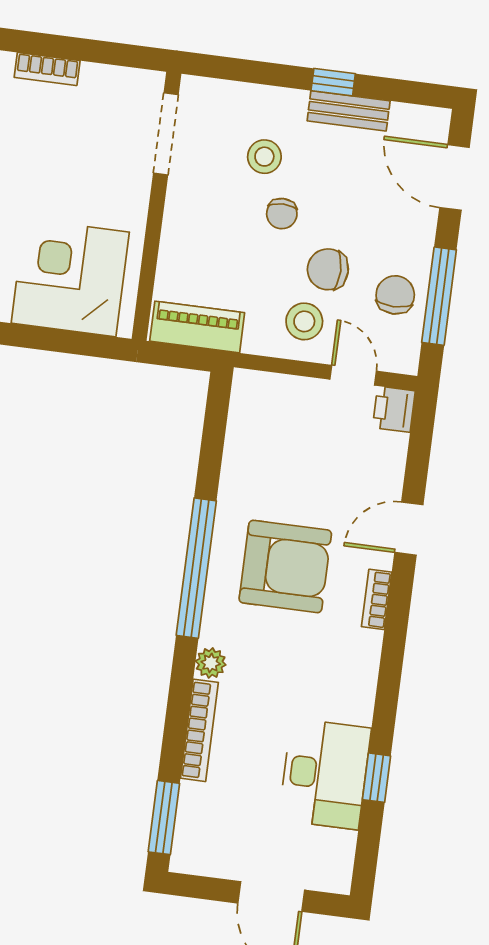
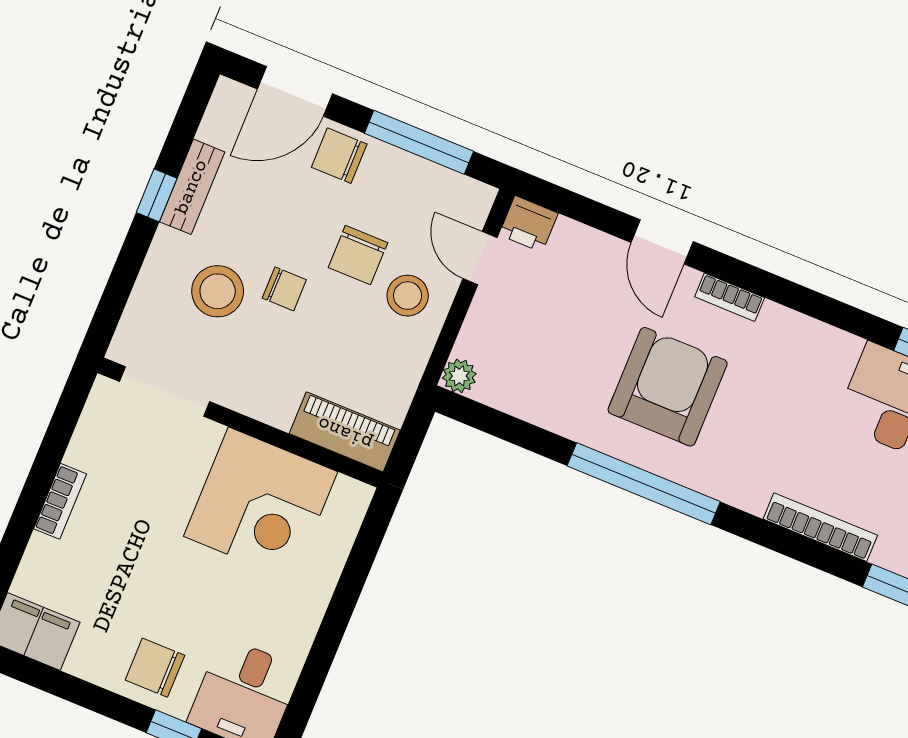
stool: (264, 157) -> (218, 291), width x1.38, depth x1.38
corner desk: (70, 278) -> (261, 504), moved, turned -90
chair: (395, 295) -> (339, 156), moved
piano: (197, 327) -> (345, 432), moved, turned 90
door: (353, 375) -> (480, 258), hinge flipped
plant: (211, 663) -> (459, 376), moved

